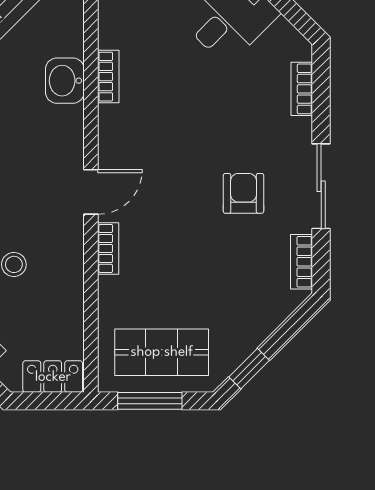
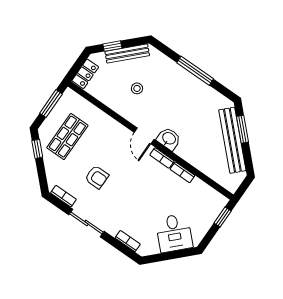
washbasin: (65, 81) -> (169, 139), moved
armchair: (244, 193) -> (97, 177), moved
bookcase: (108, 248) -> (162, 158), moved
shop shelf: (162, 352) -> (67, 137), moved

